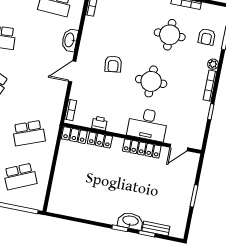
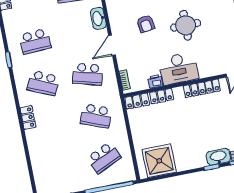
school desk: (37, 90) -> (88, 74), added
desk: (148, 124) -> (179, 69), moved
school desk: (29, 133) -> (96, 116), turned 42
shower: (72, 201) -> (159, 161), added

